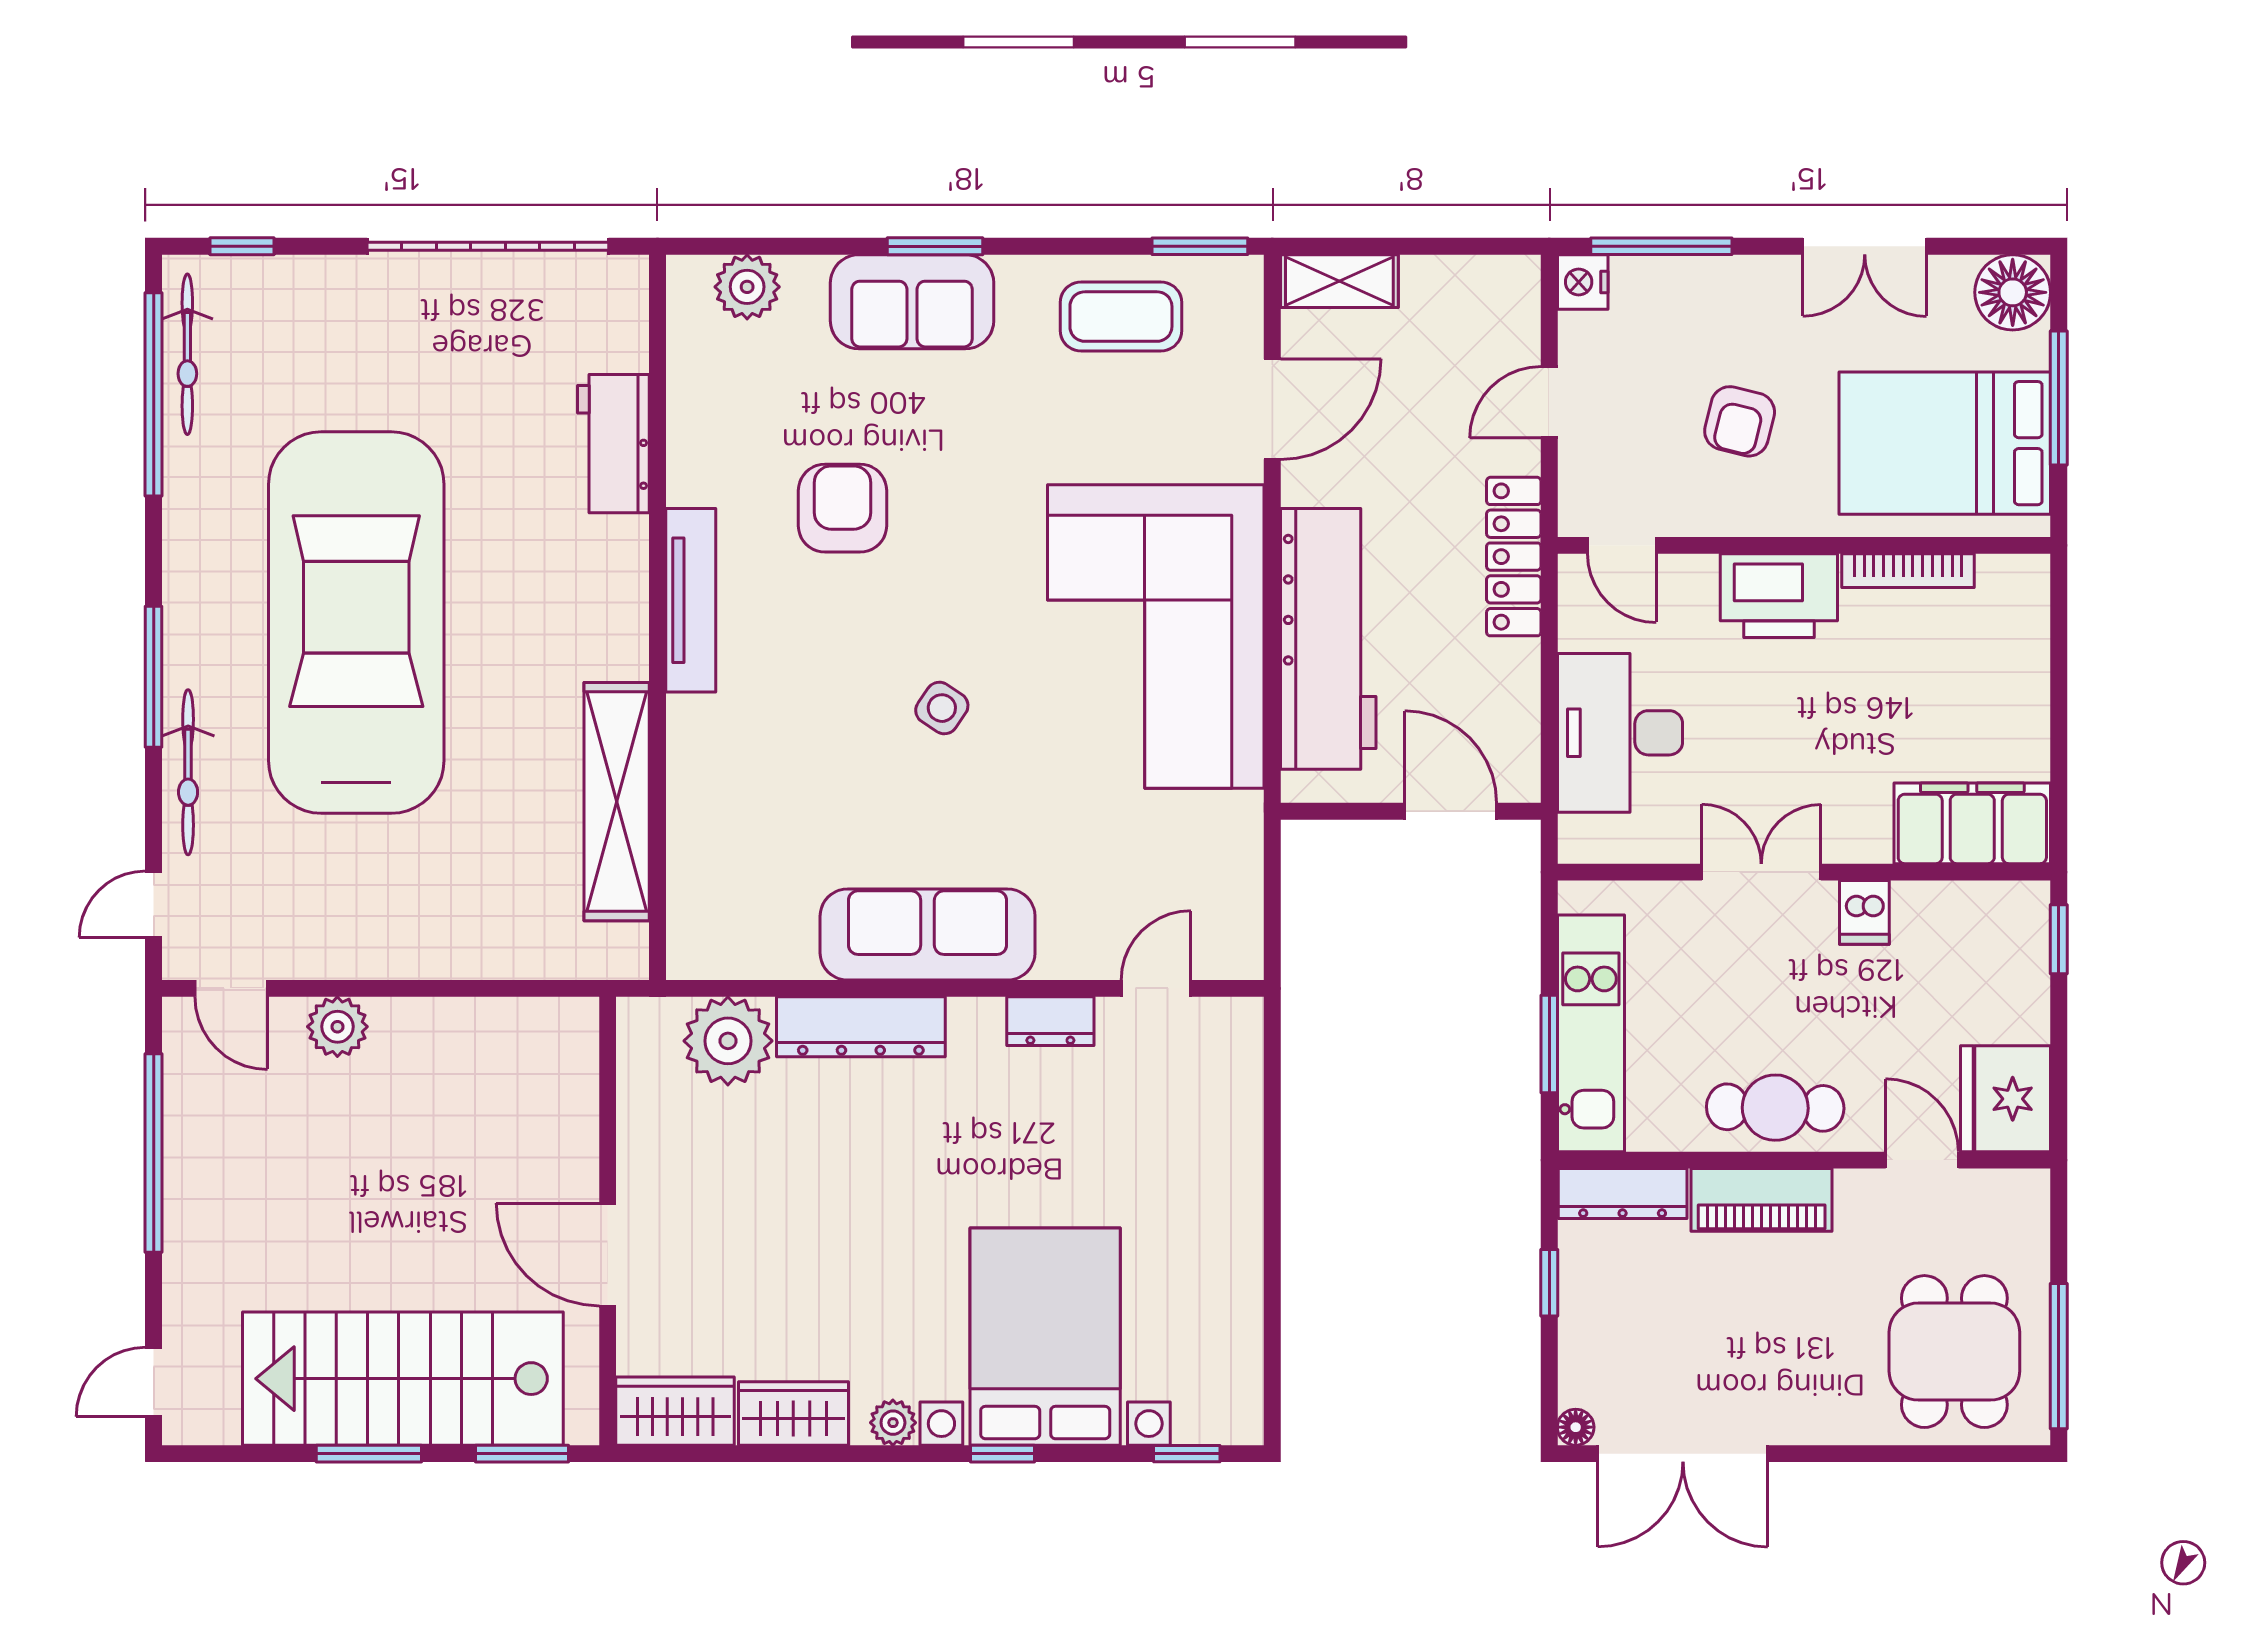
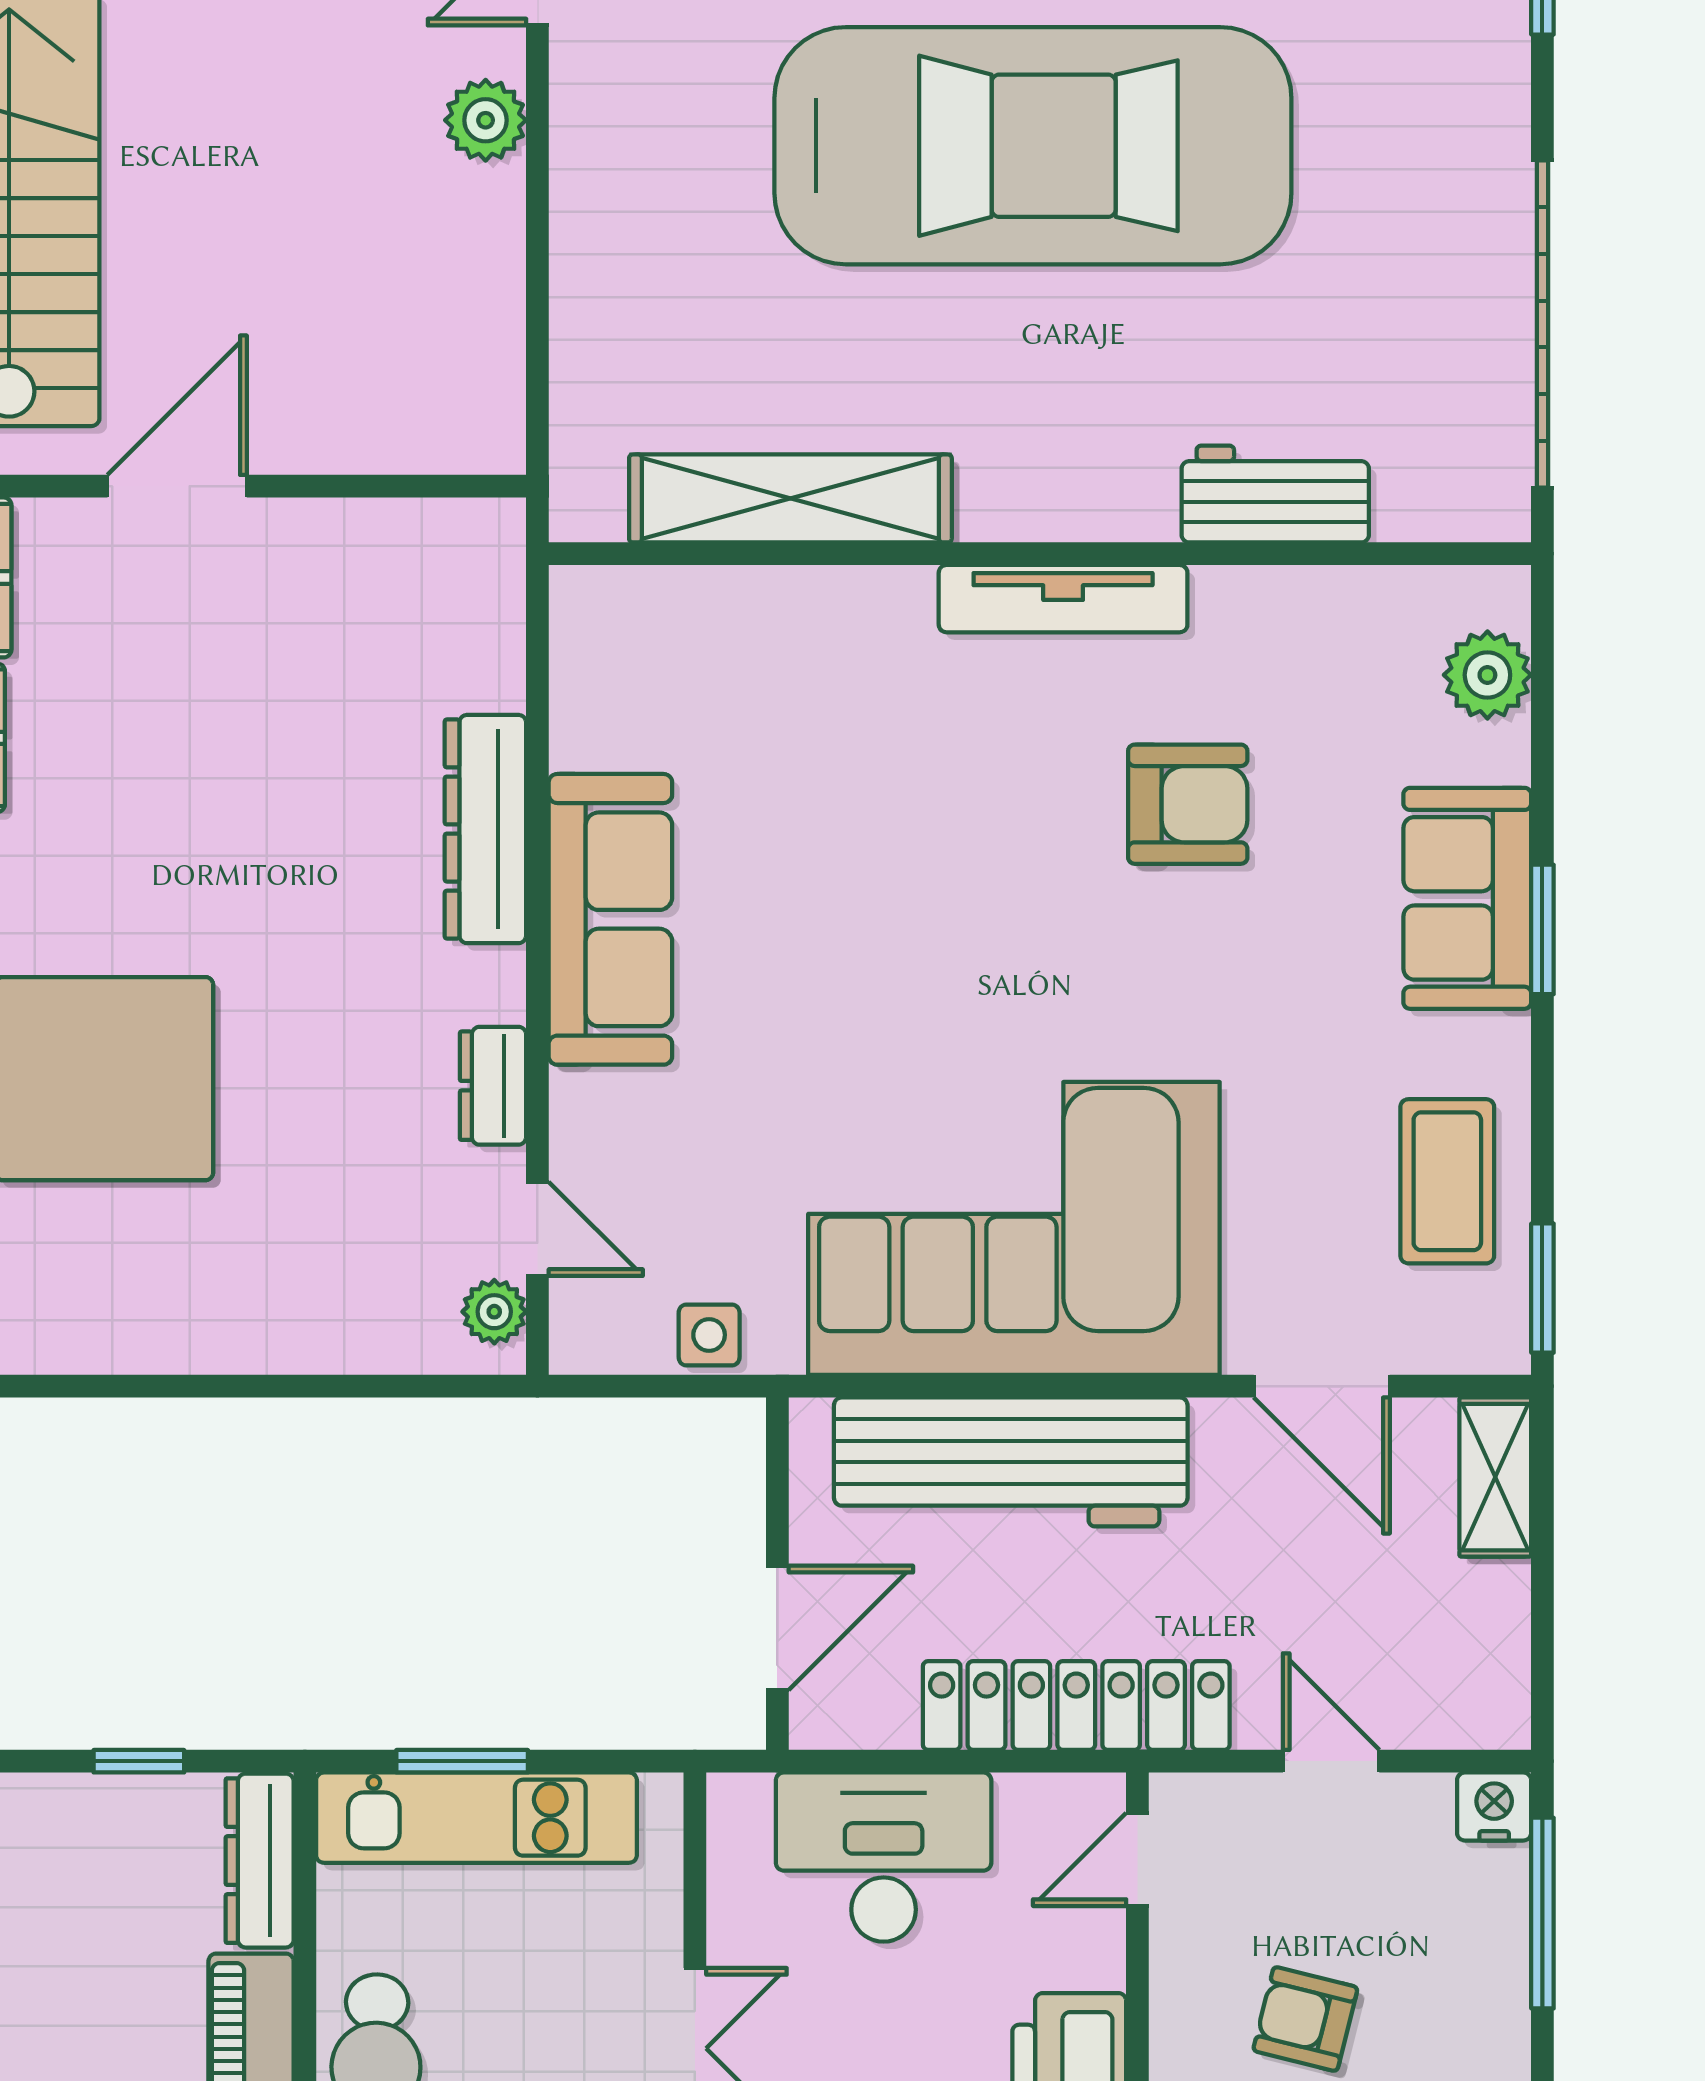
locker: (1514, 557) -> (1076, 1706), width x1.41, depth x1.21
side table: (942, 708) -> (709, 1335), moved, turned -34
plant: (728, 1041) -> (494, 1312), moved, width x0.53, depth x0.53

